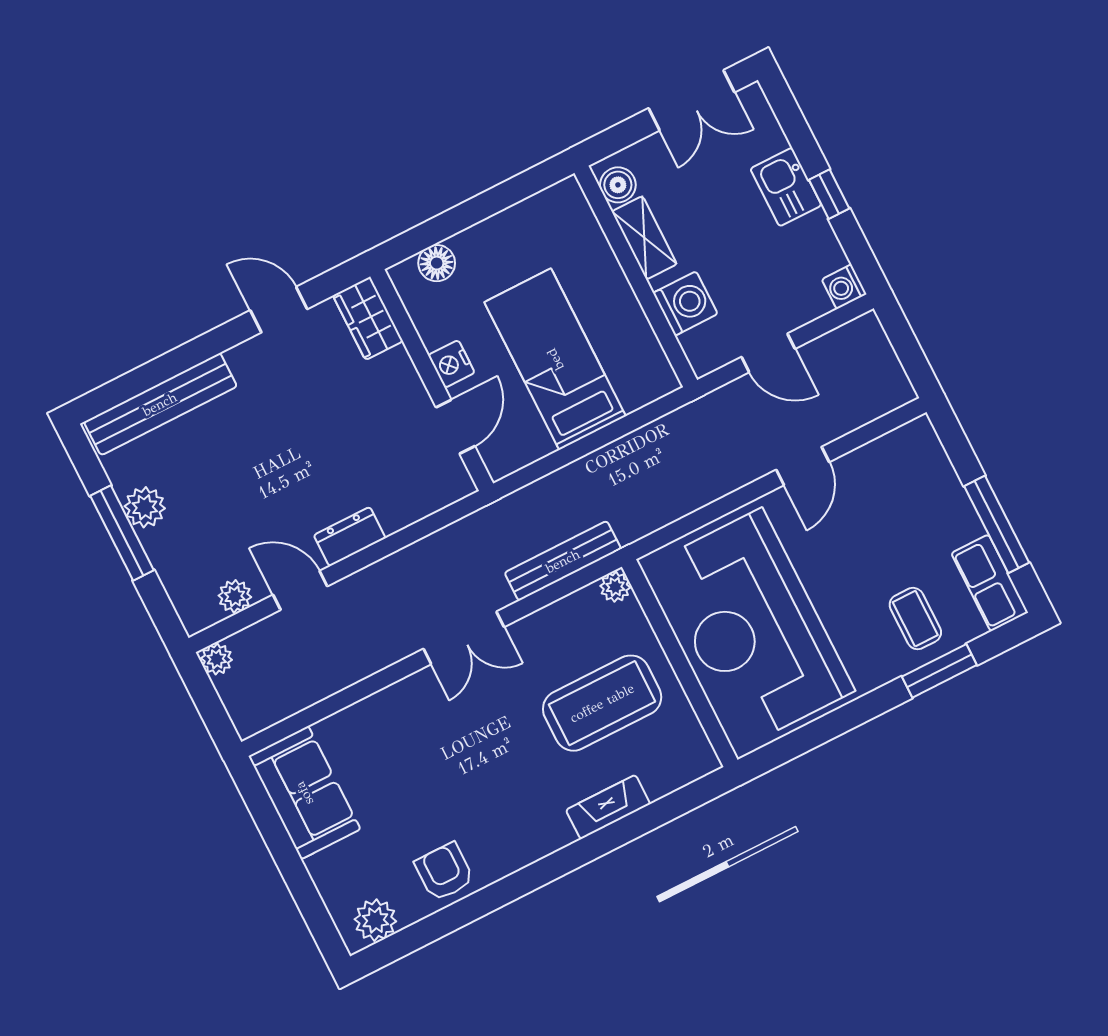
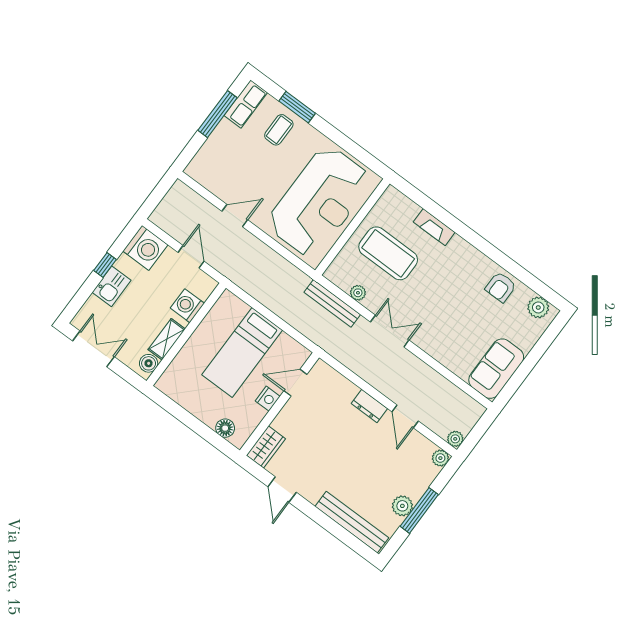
washing machine: (844, 287) -> (145, 248), width x1.89, depth x1.89
plant: (615, 587) -> (358, 293), moved
plant: (235, 596) -> (440, 458), moved

